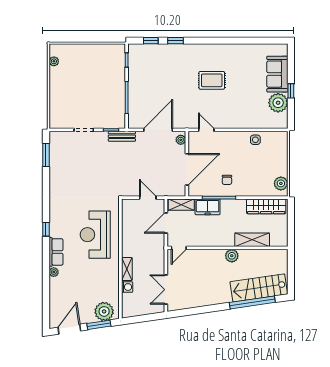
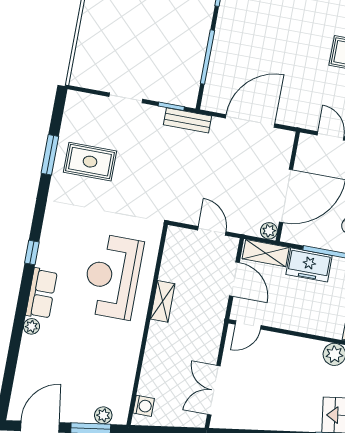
plant: (181, 140) -> (269, 231), moved
window: (46, 155) -> (50, 155), moved
rug: (70, 171) -> (90, 162), added
door: (166, 223) -> (234, 279), swing flipped
shelving: (127, 269) -> (163, 301), moved
washing machine: (127, 287) -> (144, 406), moved
plant: (104, 311) -> (103, 415), width x0.53, depth x0.53

